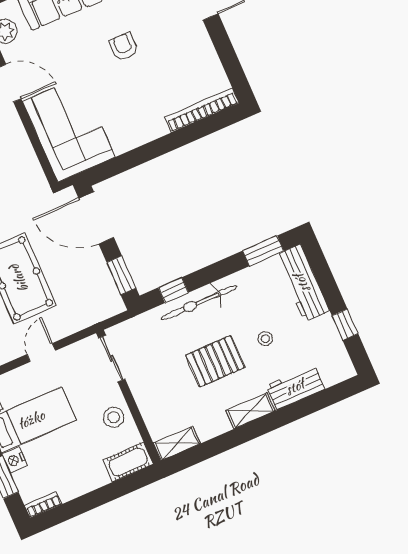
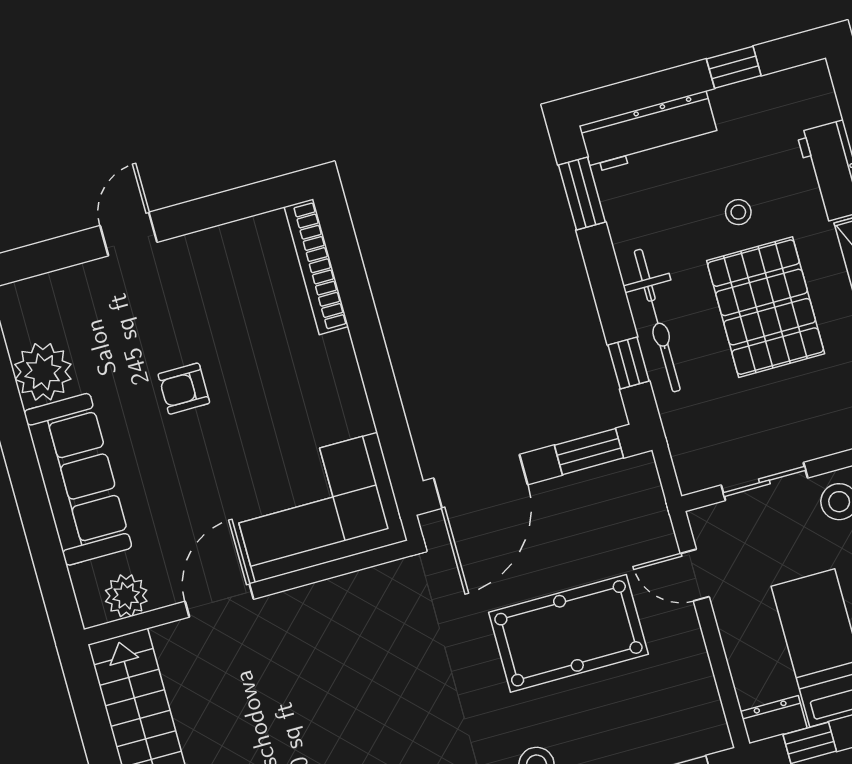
door: (41, 352) -> (695, 575), moved
sliding door: (112, 358) -> (764, 481), moved
pallet: (215, 361) -> (766, 307), width x1.37, depth x1.41

